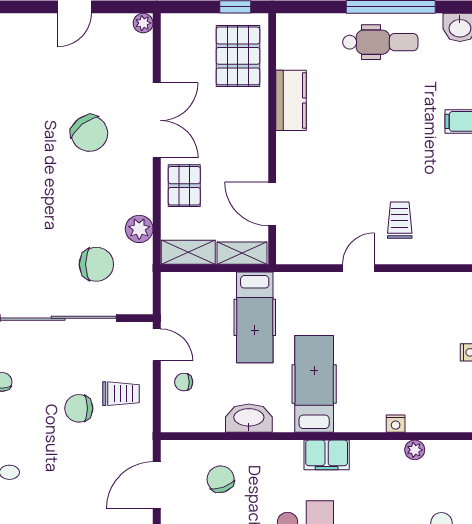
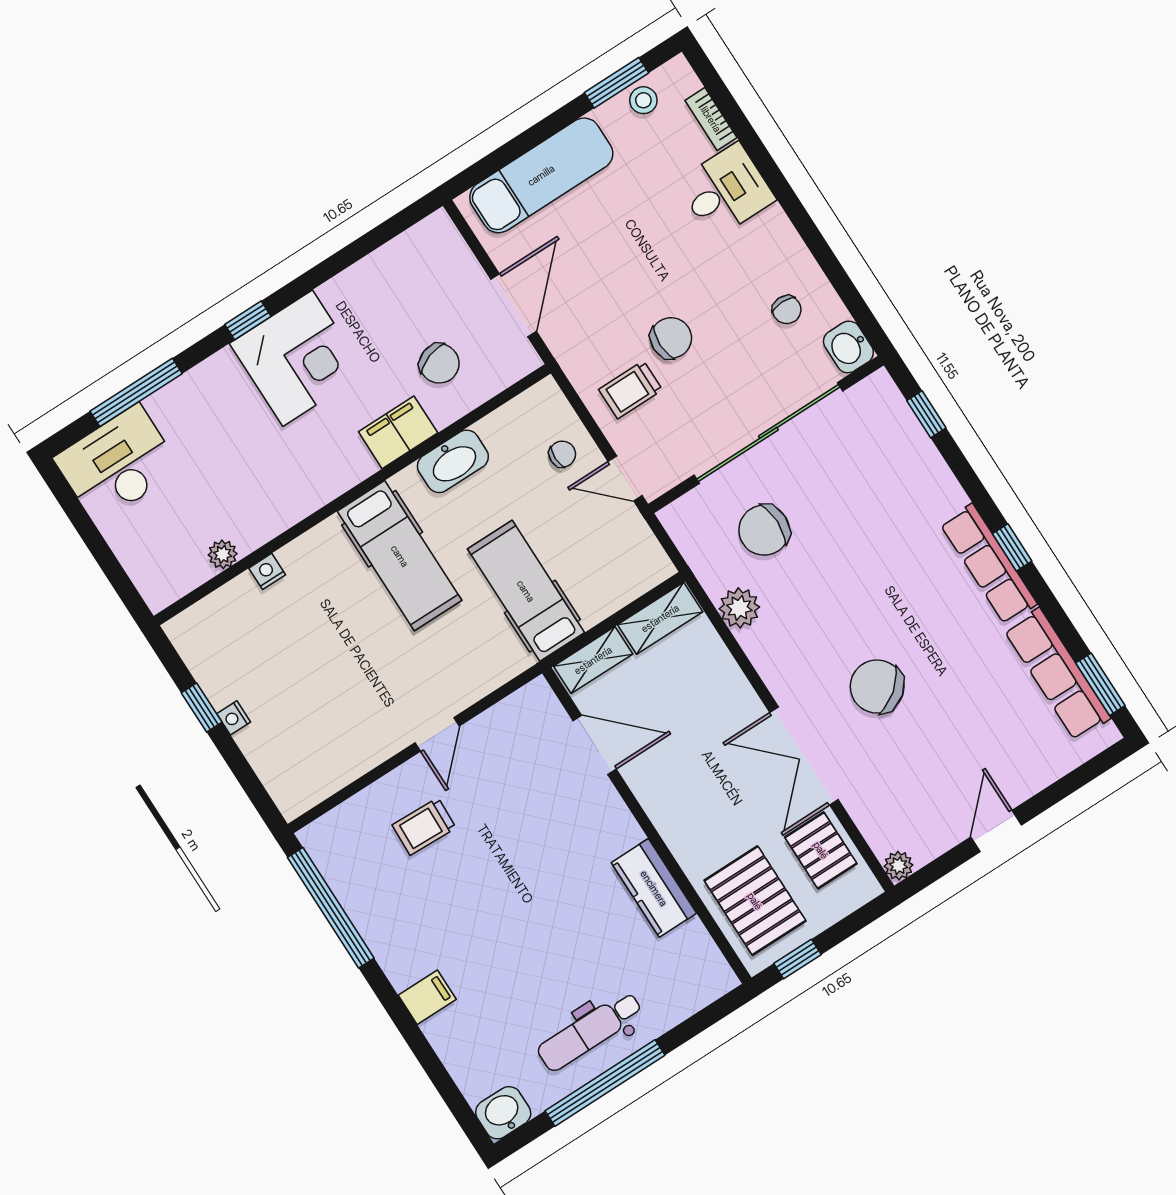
pallet: (184, 186) -> (821, 850), moved
trolley: (400, 220) -> (424, 826), turned 92
filing cabinet: (327, 455) -> (398, 432), moved

